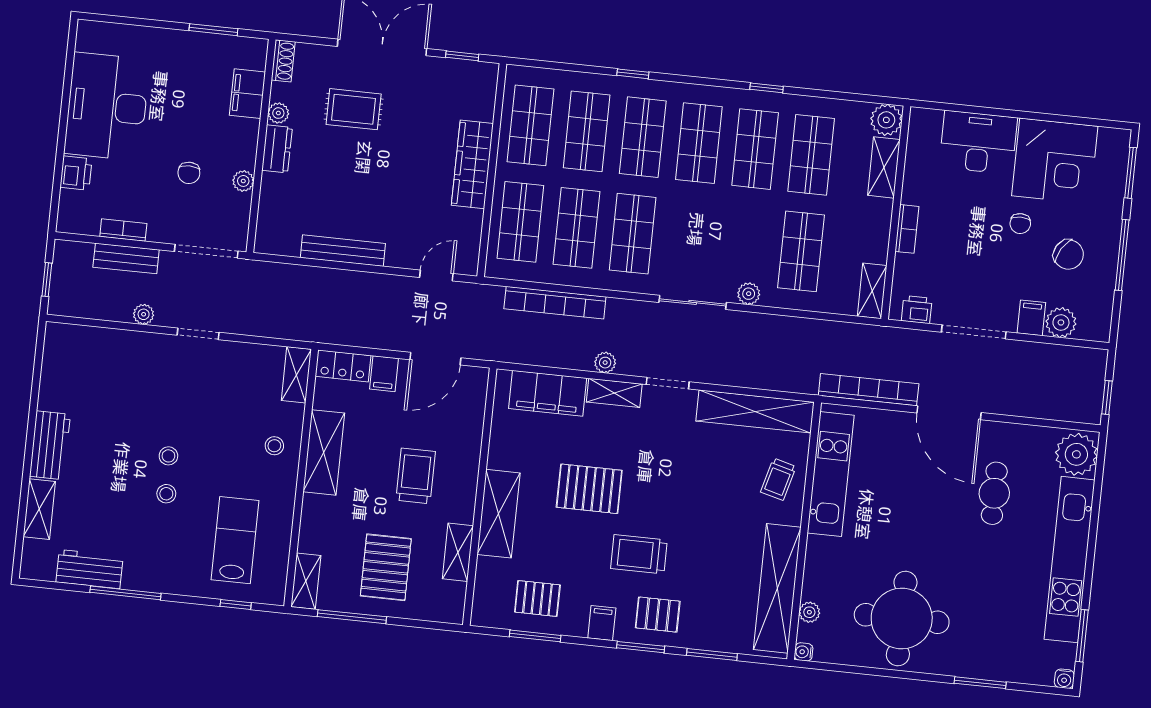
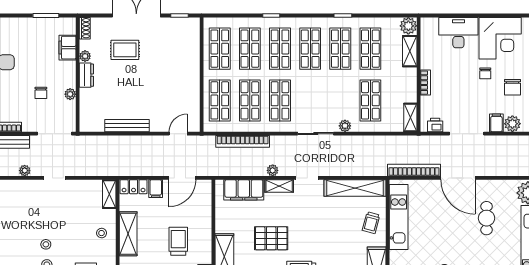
wardrobe: (472, 164) -> (191, 73), removed
chair: (1068, 255) -> (513, 87), turned 59

